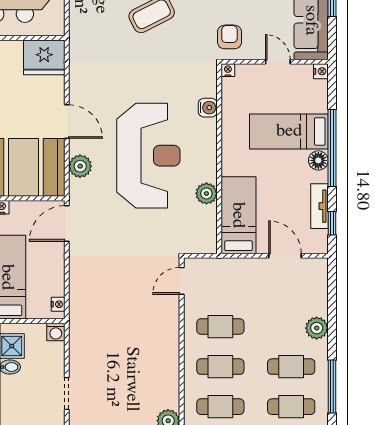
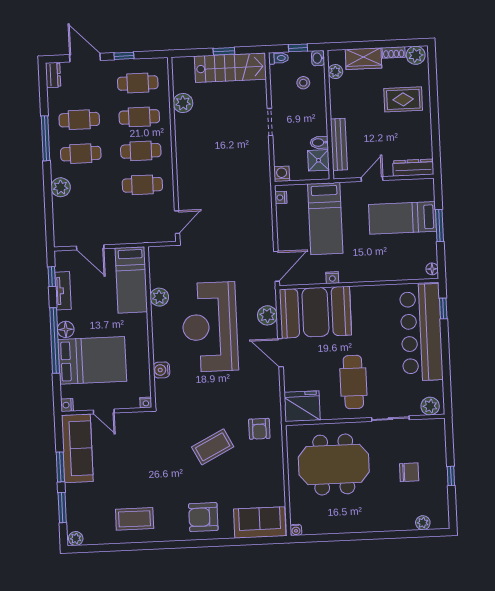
armchair: (229, 37) -> (259, 429), moved
bed: (289, 131) -> (92, 360), width x1.50

